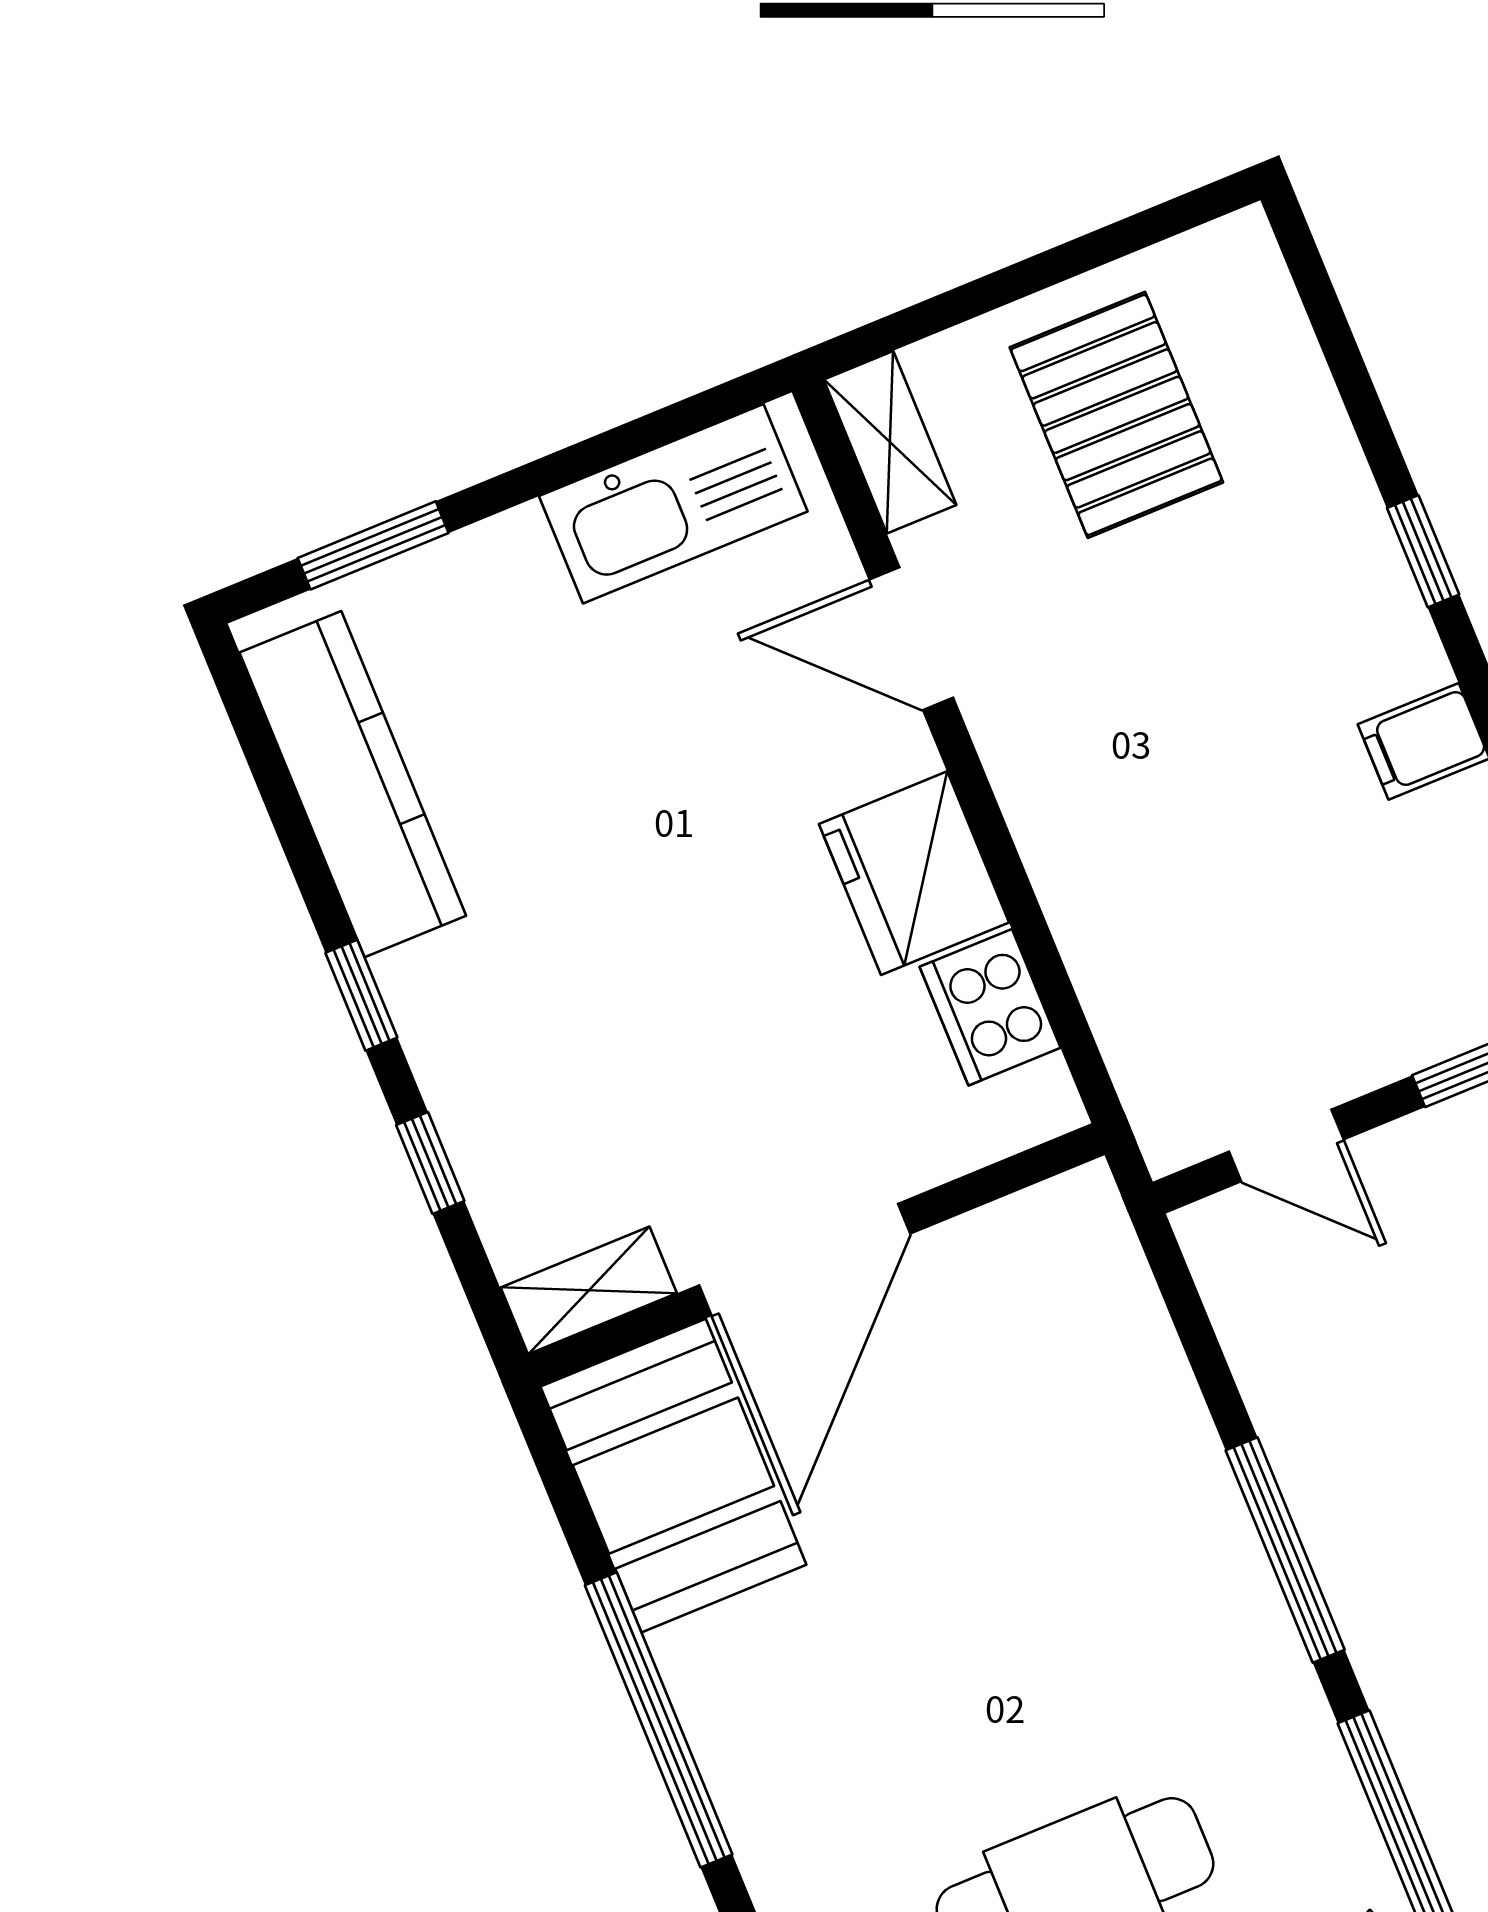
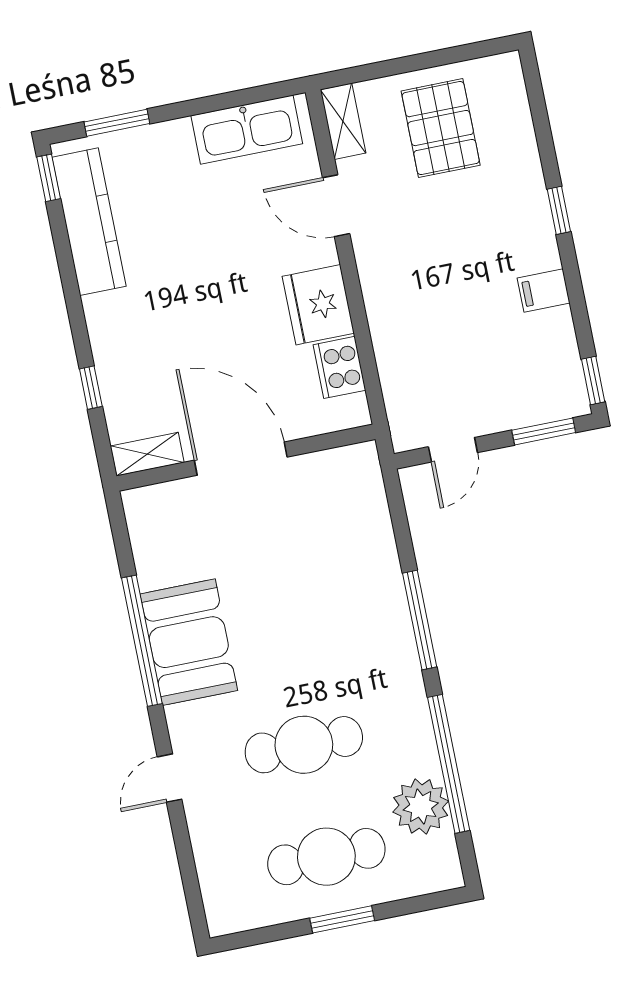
window: (361, 995) -> (49, 178), moved
door: (1286, 1146) -> (453, 450), hinge flipped
door: (805, 1259) -> (241, 459), swing flipped
booth: (673, 1476) -> (189, 642), moved

